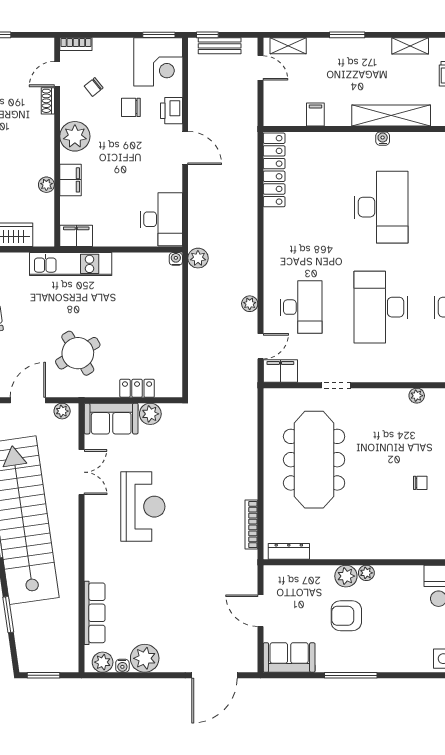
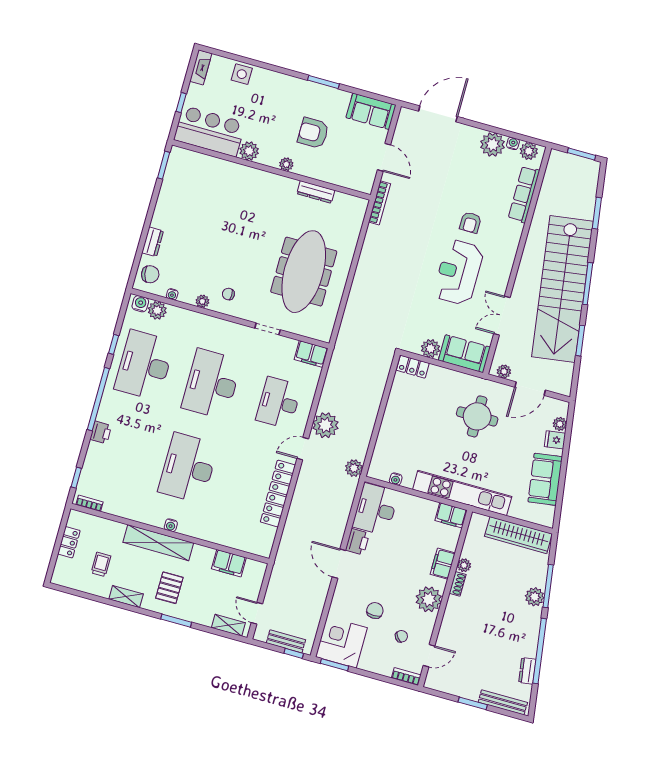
pallet: (365, 69) -> (169, 588), added
shoe rack: (48, 101) -> (458, 584), moved
chair: (131, 107) -> (375, 611), turned -90
printer: (171, 111) -> (357, 542), moved
filing cabinet: (315, 115) -> (229, 563), width x2.00
locker: (274, 170) -> (278, 493), moved
water cooler: (176, 259) -> (396, 479), moved
kitchen unit: (71, 264) -> (462, 493), width x1.36
plant: (250, 304) -> (325, 425), width x1.88, depth x1.88
desk: (381, 307) -> (212, 384), turned 180
door: (260, 346) -> (303, 449), moved
round table: (78, 353) -> (477, 416), turned 31
locker: (137, 388) -> (413, 367), moved
chair: (420, 483) -> (228, 294), moved
bookcase: (251, 525) -> (380, 203), moved
dresser: (289, 551) -> (316, 192), moved
armchair: (145, 565) -> (470, 223), added
plant: (346, 576) -> (249, 151), moved
armchair: (346, 616) -> (313, 133), turned 180
window: (351, 675) -> (323, 82), width x0.69

